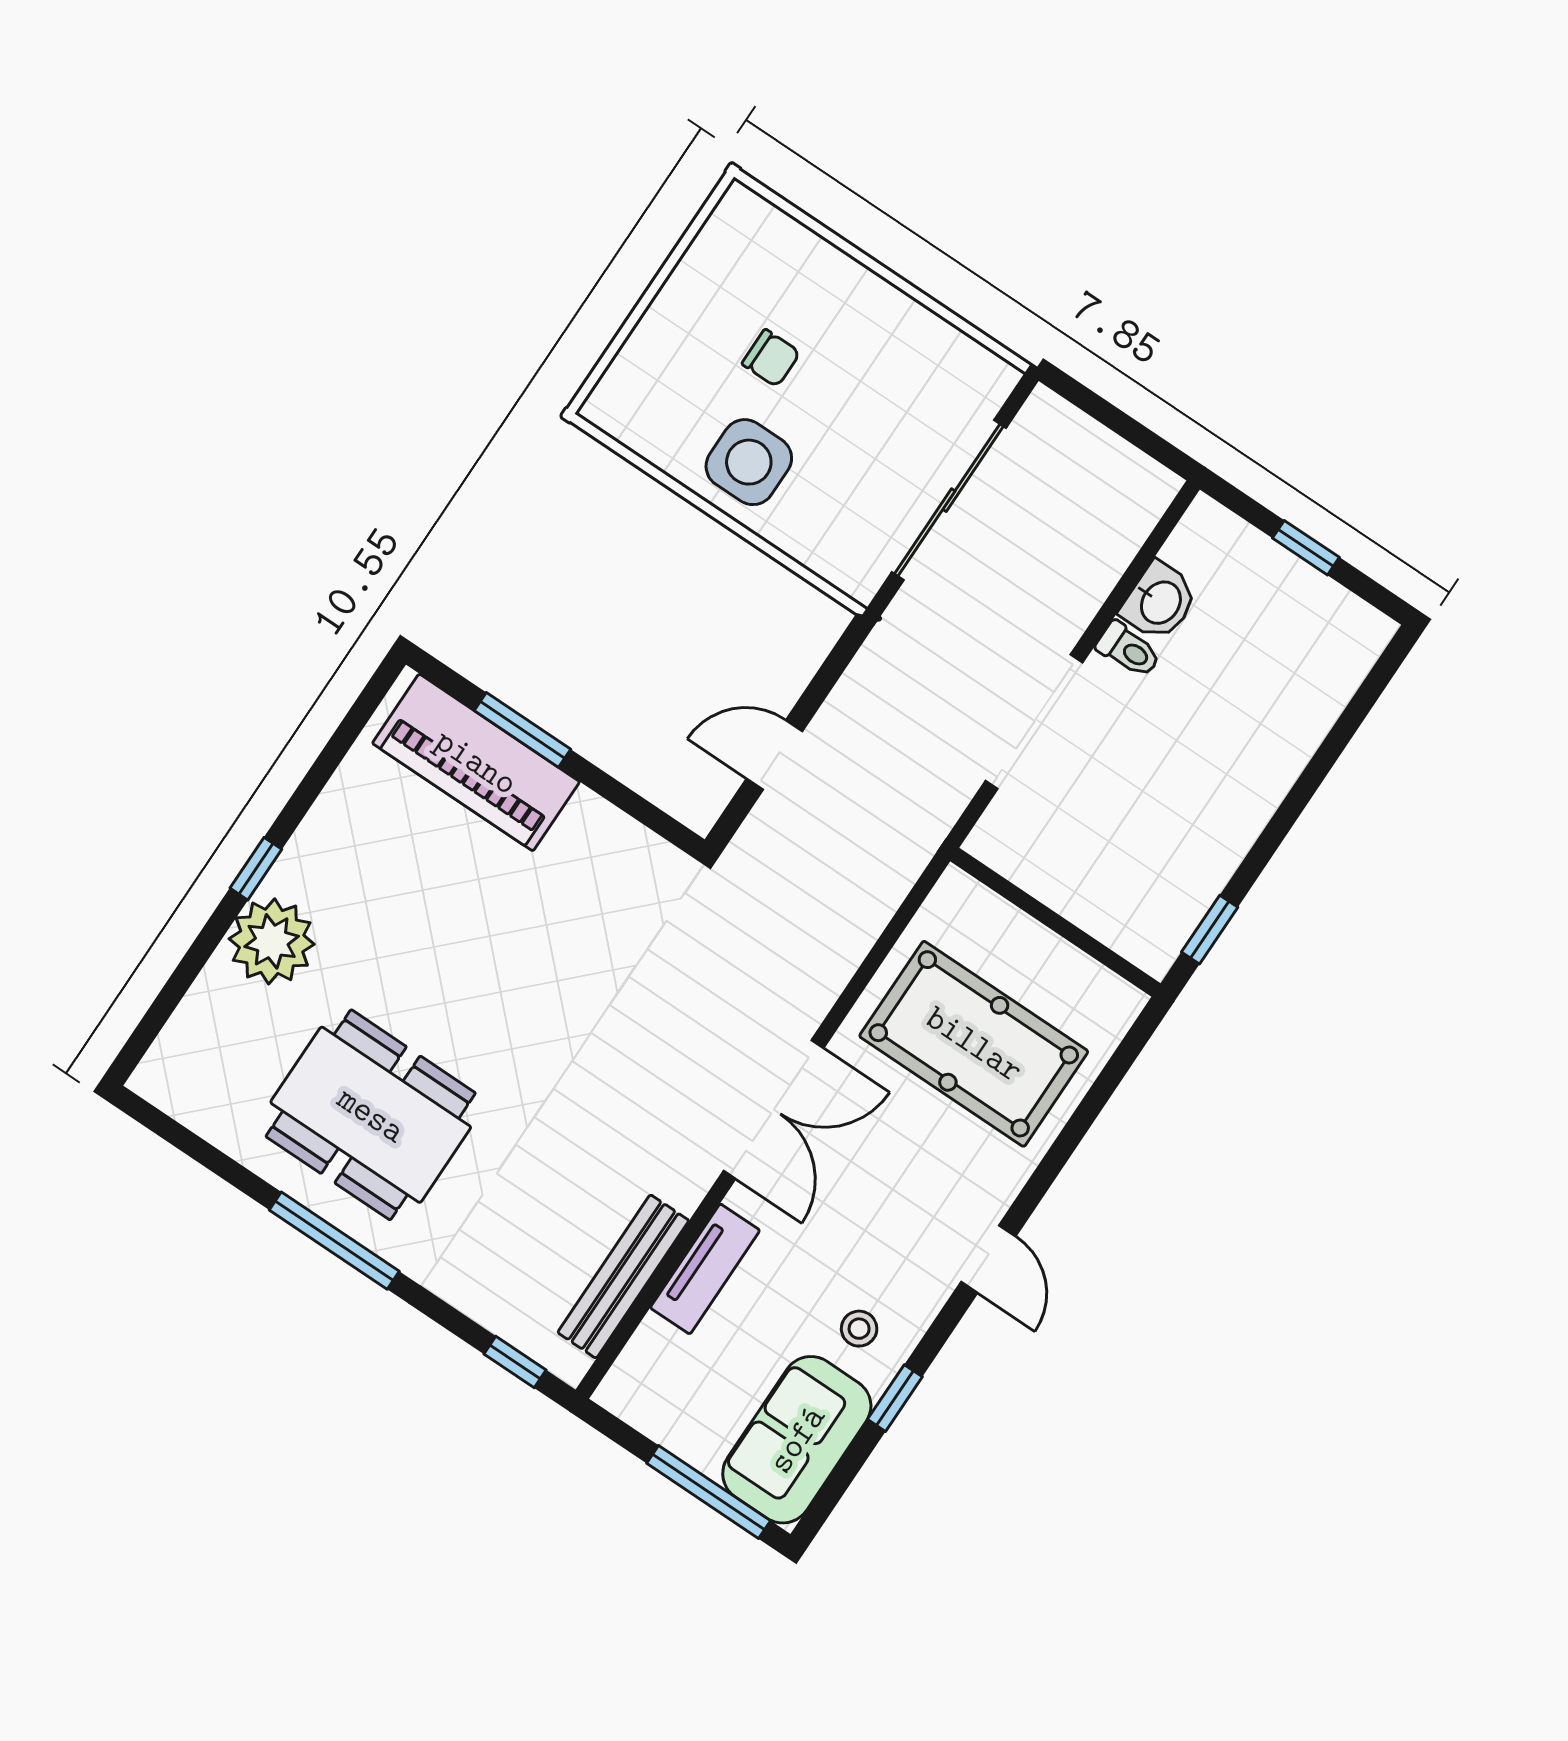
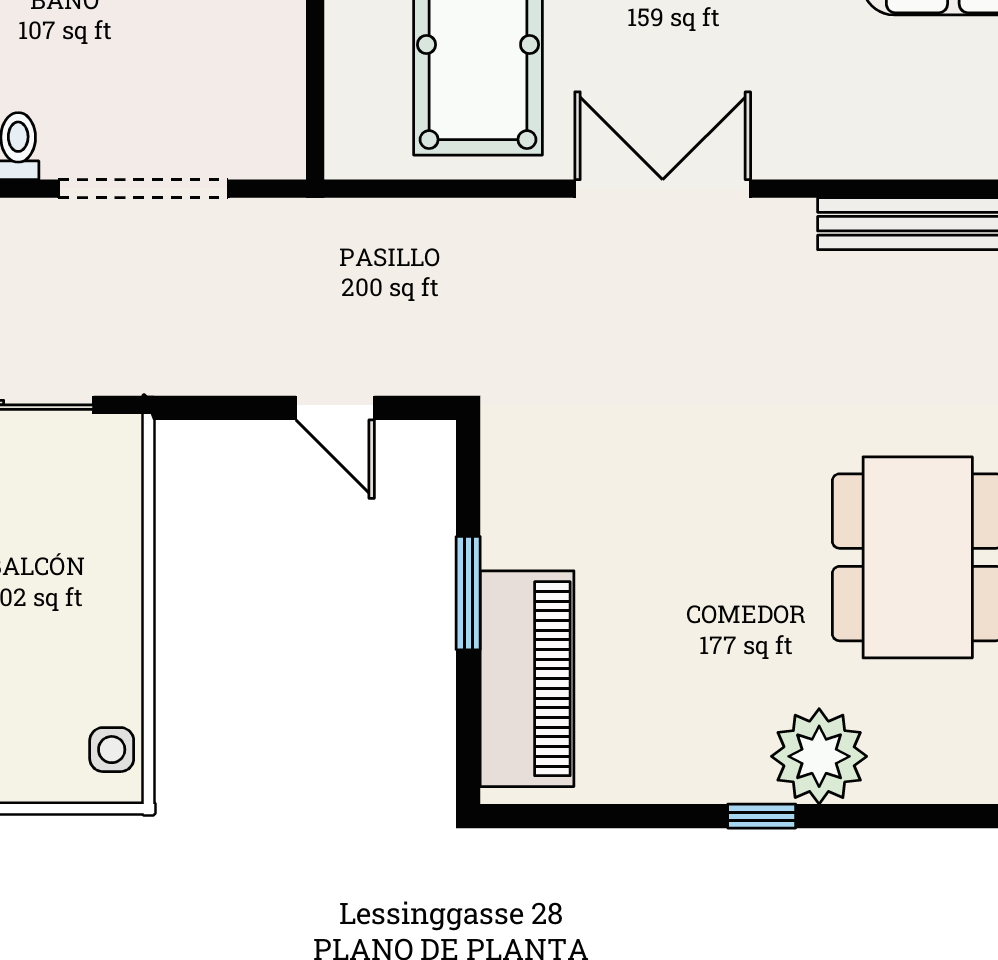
side table: (749, 462) -> (112, 750), moved, width x0.54, depth x0.54
window: (522, 730) -> (468, 593), moved
tv unit: (705, 1269) -> (853, 153), removed

